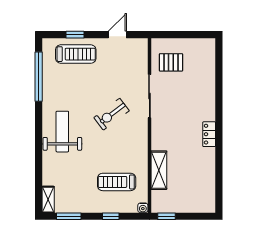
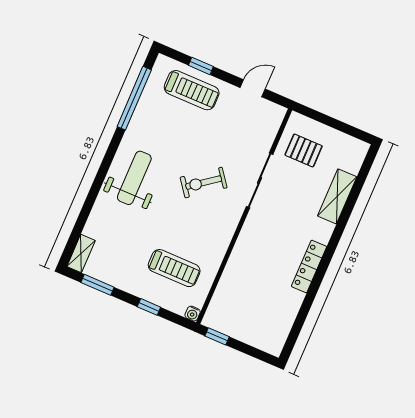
locker: (209, 134) -> (309, 266), width x1.53
shelving: (159, 170) -> (337, 196), moved
treadmill: (117, 182) -> (174, 268), turned 180

